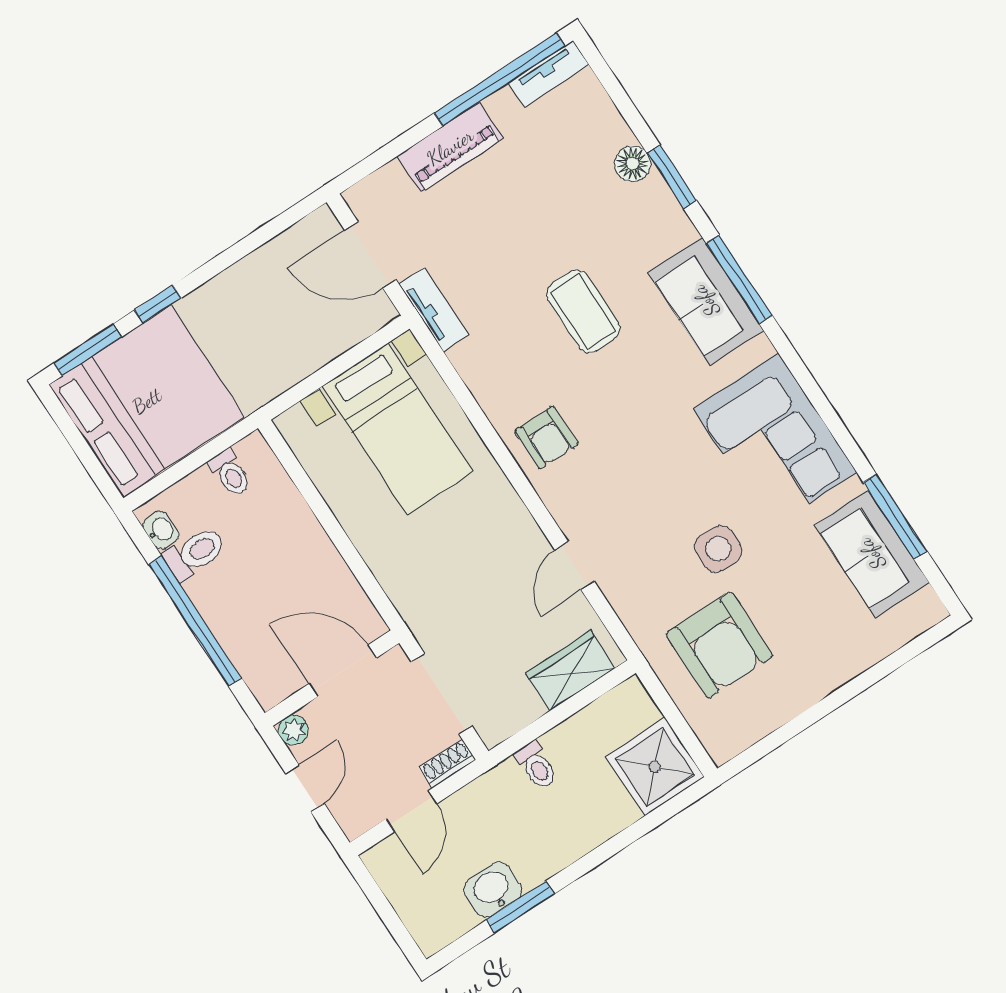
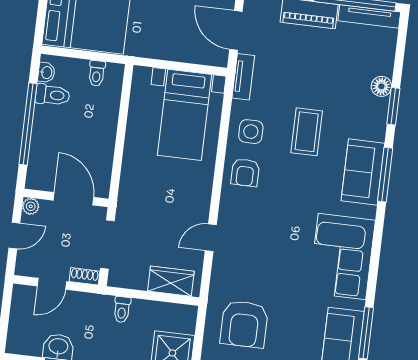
tv unit: (549, 74) -> (369, 16), width x1.41
side table: (718, 549) -> (251, 132), moved

